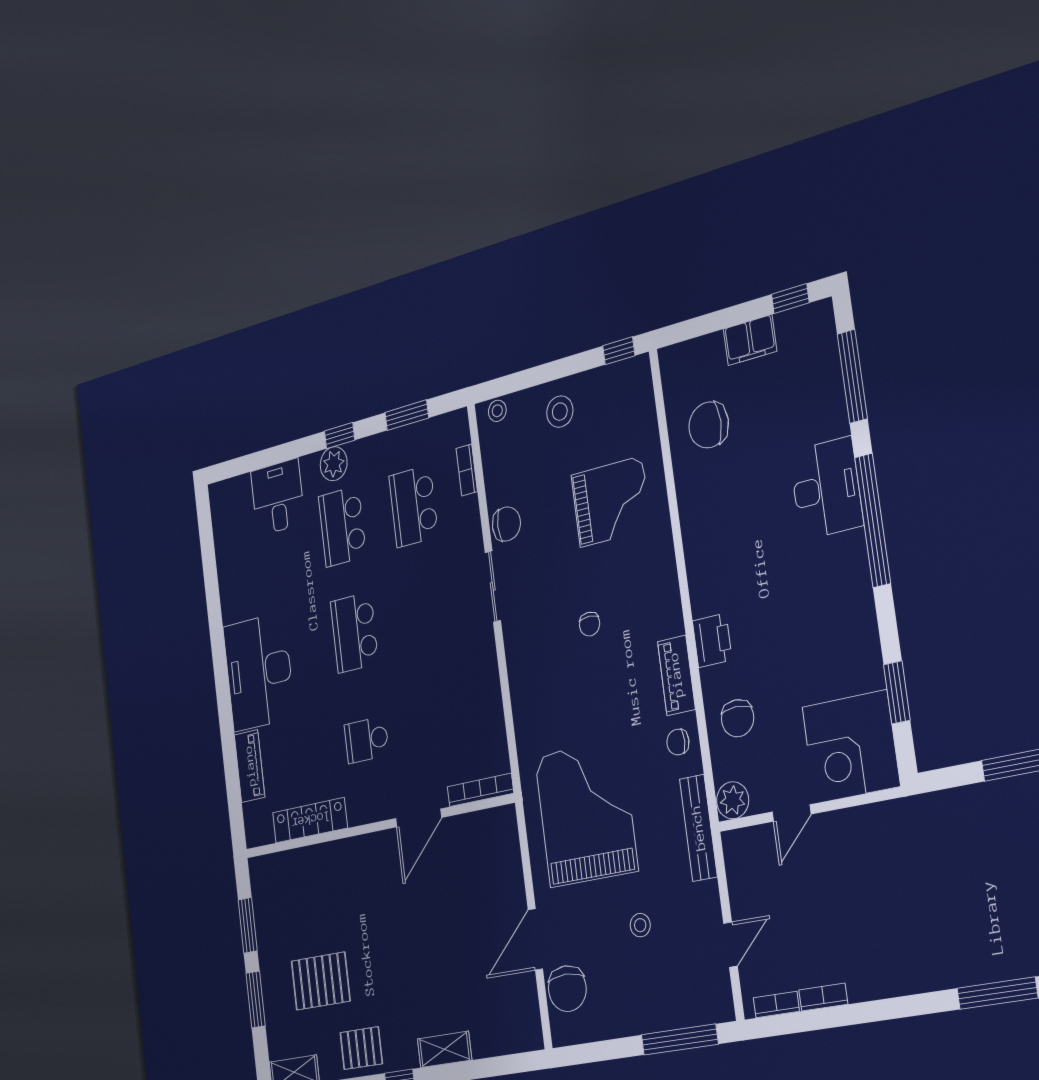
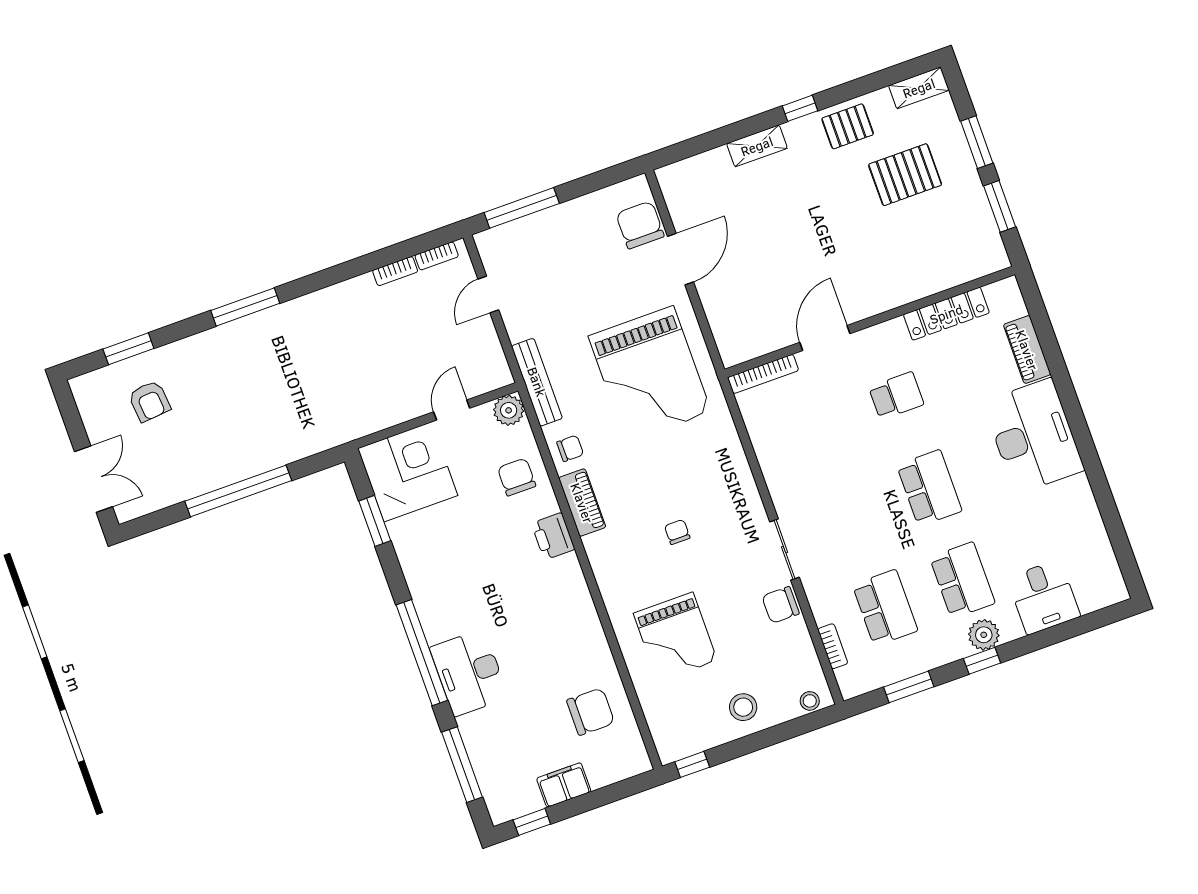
grand piano: (611, 502) -> (675, 637), turned -90
stool: (640, 925) -> (578, 292), removed

